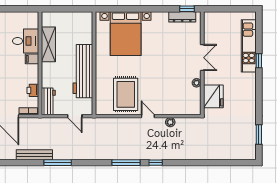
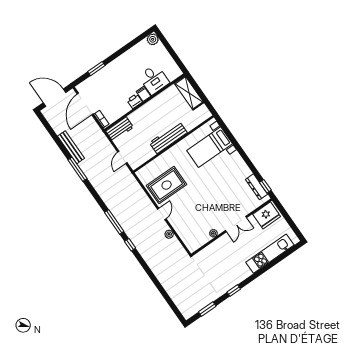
bed with nightstands: (126, 34) -> (210, 147), width x0.73
shelving: (48, 44) -> (189, 93), moved, turned 90
window: (259, 61) -> (234, 291), moved
workbench: (83, 71) -> (168, 138), width x0.73, depth x0.76
printer: (33, 90) -> (135, 101), moved
fridge: (213, 96) -> (267, 215), moved

